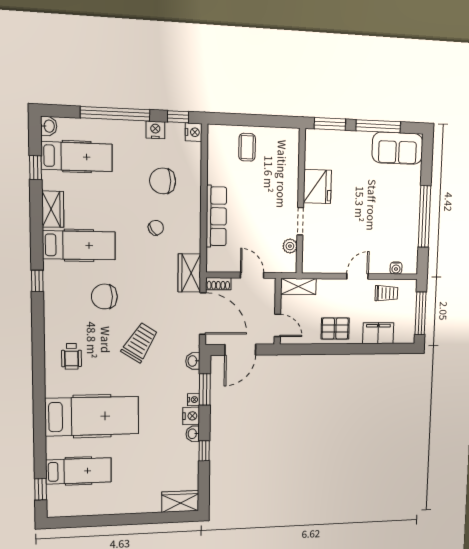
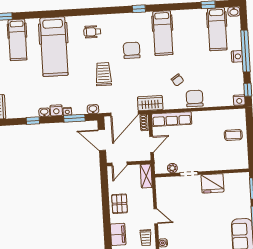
nightstand: (155, 130) -> (237, 56), moved
chair: (163, 181) -> (195, 99), moved
wardrobe: (53, 209) -> (184, 16), removed
row of seats: (216, 216) -> (172, 119), moved
trolley: (140, 342) -> (103, 74), turned -122

